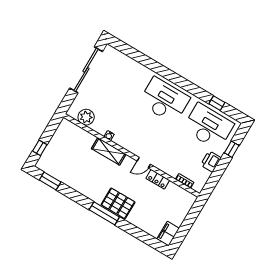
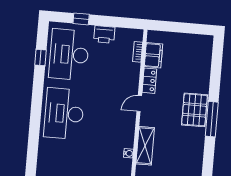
door: (144, 163) -> (139, 104), swing flipped
filing cabinet: (168, 234) -> (153, 55), moved, turned -90

